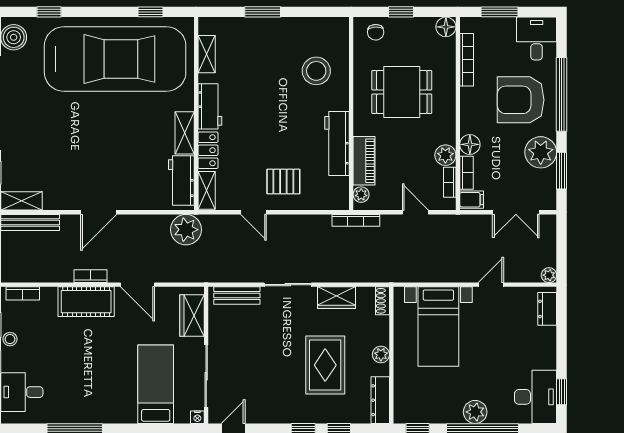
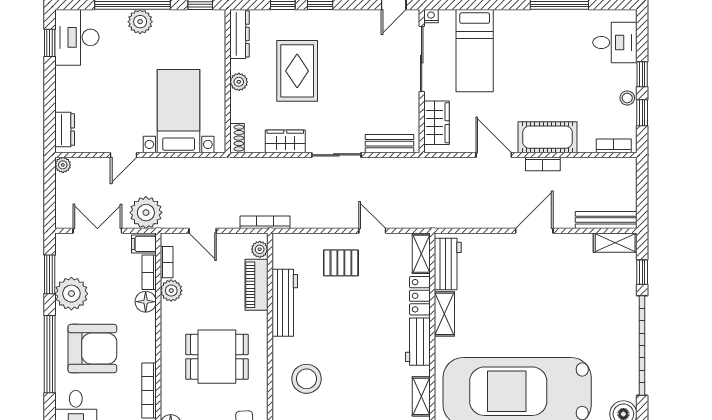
plant: (186, 230) -> (146, 213), moved

